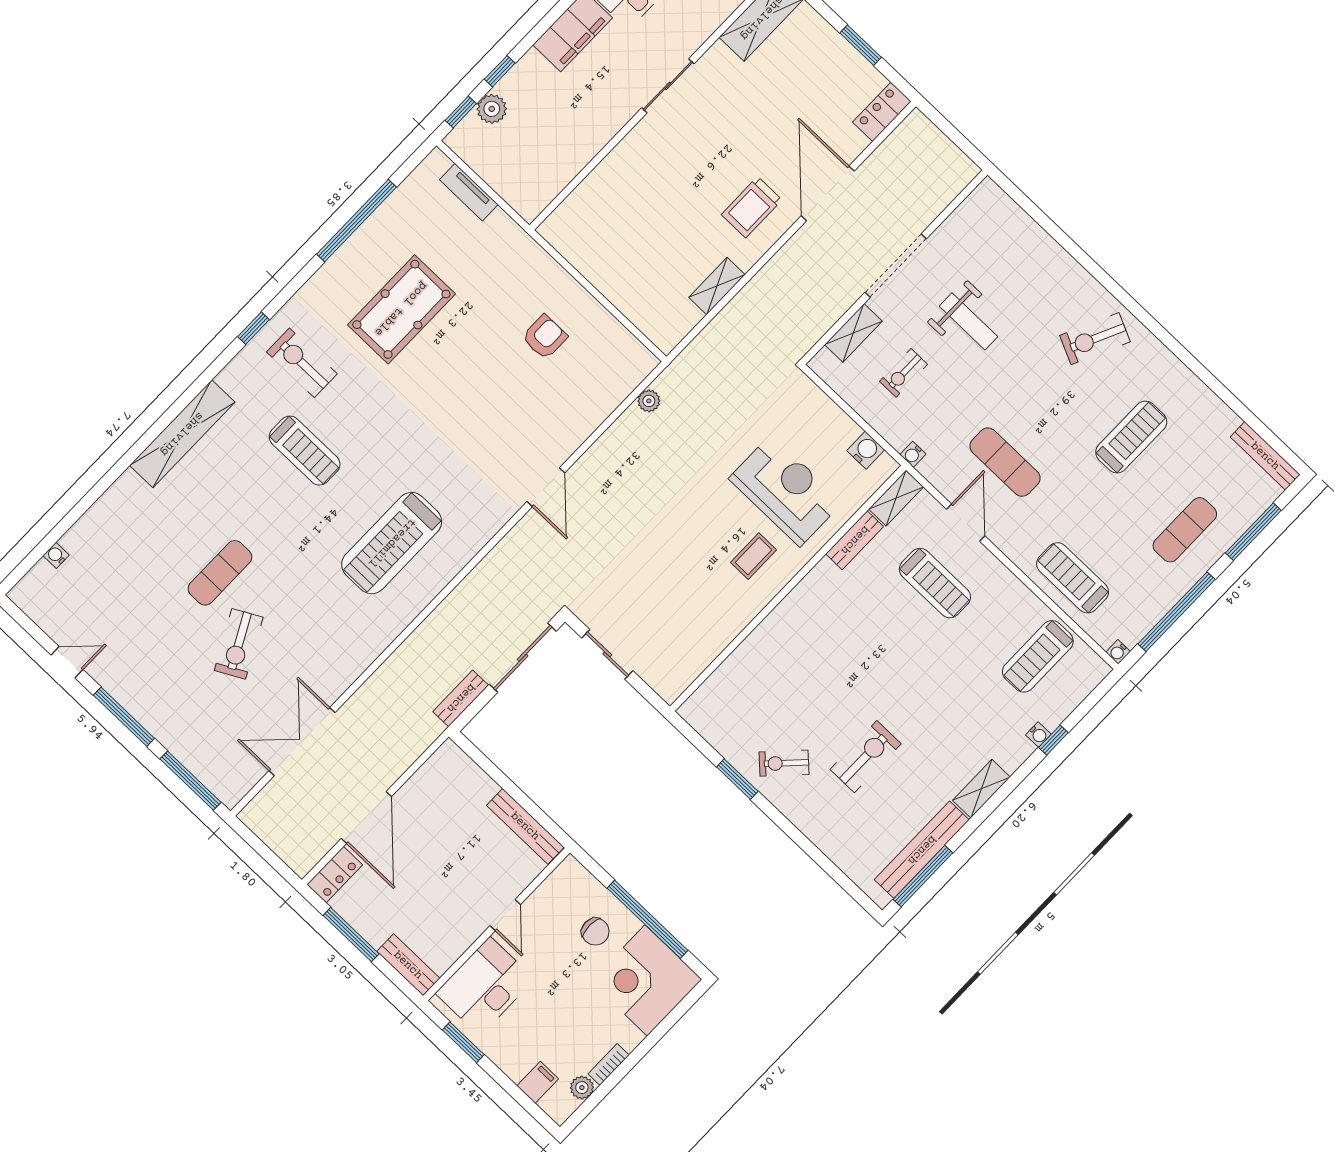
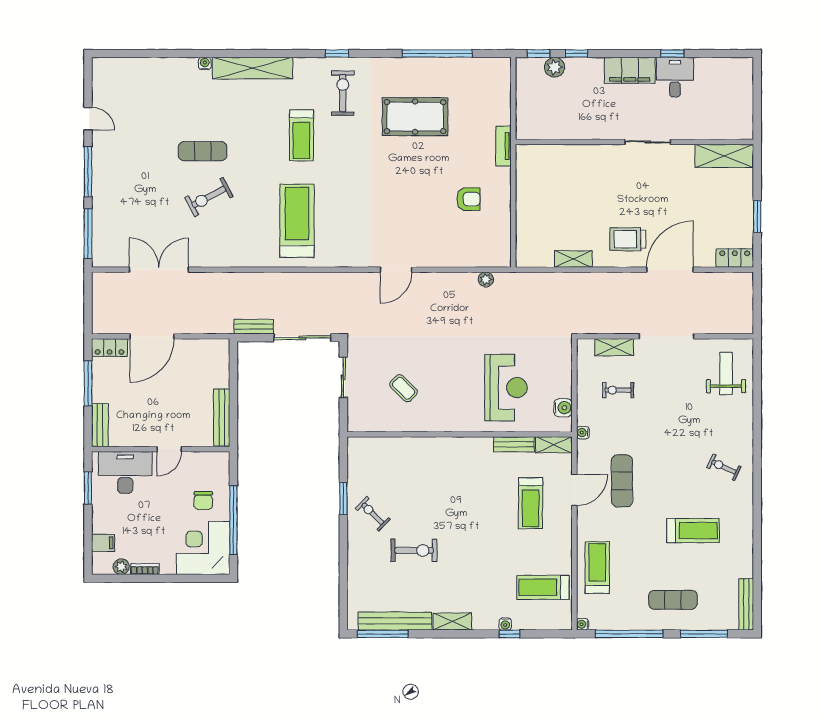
tv unit: (469, 192) -> (503, 146), moved
weight bench: (968, 321) -> (726, 373), moved, turned 180
exercise bike: (1095, 339) -> (724, 467), width x0.73, depth x0.72
treadmill: (392, 543) -> (297, 221), turned 90
water cooler: (56, 555) -> (205, 64), moved
coffee table: (753, 556) -> (404, 388), moved, turned 45
exercise bike: (239, 644) -> (209, 197), moved

